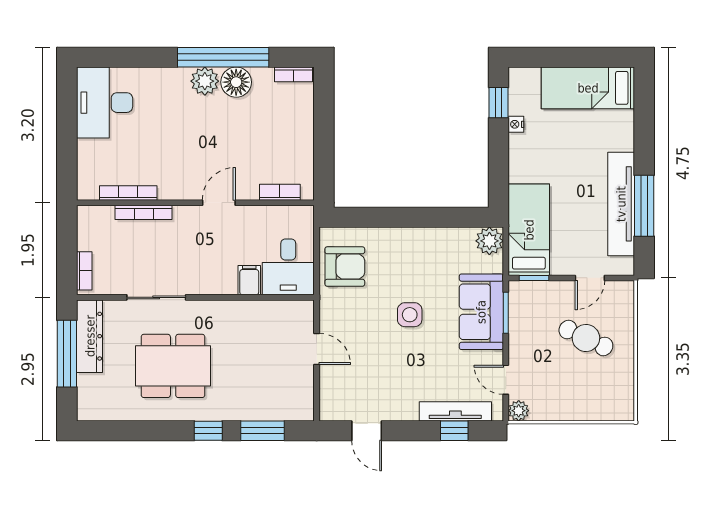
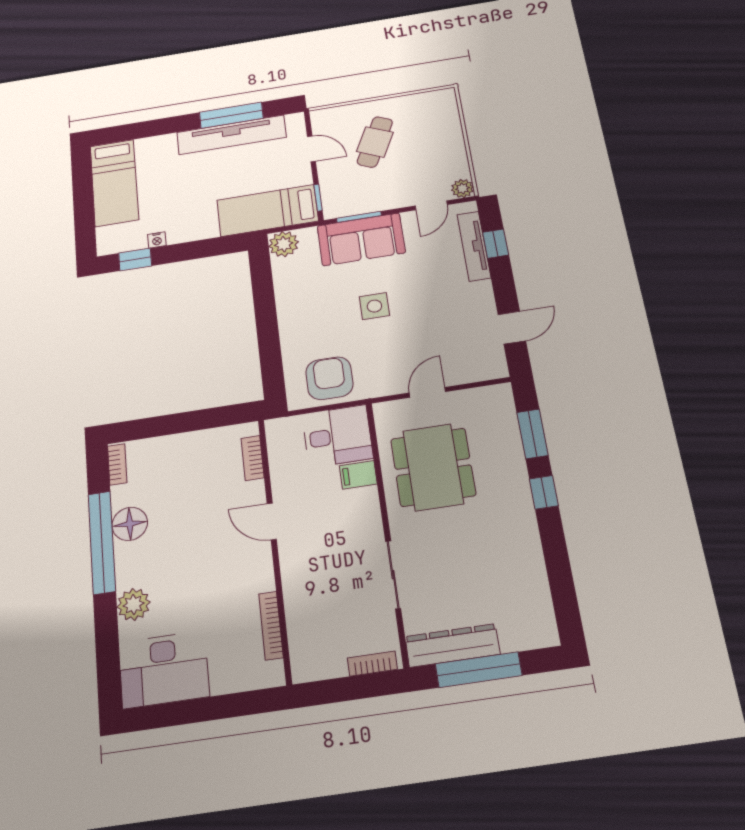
plant: (205, 81) -> (134, 605), moved
bookcase: (144, 212) -> (292, 604), removed
dining table: (173, 366) -> (433, 467), moved

